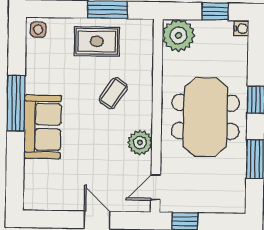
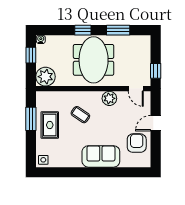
window: (16, 103) -> (87, 172), removed
meeting table: (205, 117) -> (94, 60), turned 90
armchair: (64, 187) -> (137, 143), added

